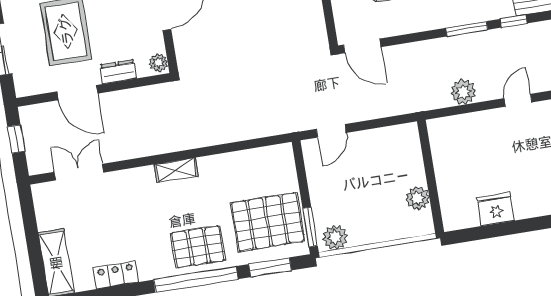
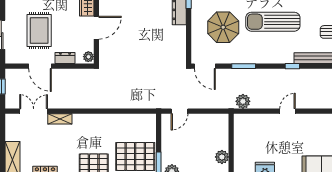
window: (467, 29) -> (244, 66), moved
plant: (463, 92) -> (243, 101), moved
shelving: (176, 170) -> (60, 119), moved

